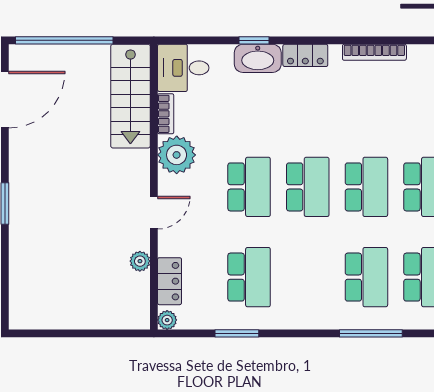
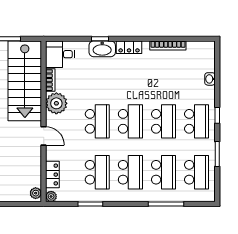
stairs: (130, 96) -> (25, 81), width x1.36, depth x1.51
door: (154, 213) -> (44, 136), hinge flipped
plant: (140, 261) -> (36, 193), moved
school desk: (308, 277) -> (130, 172), added

